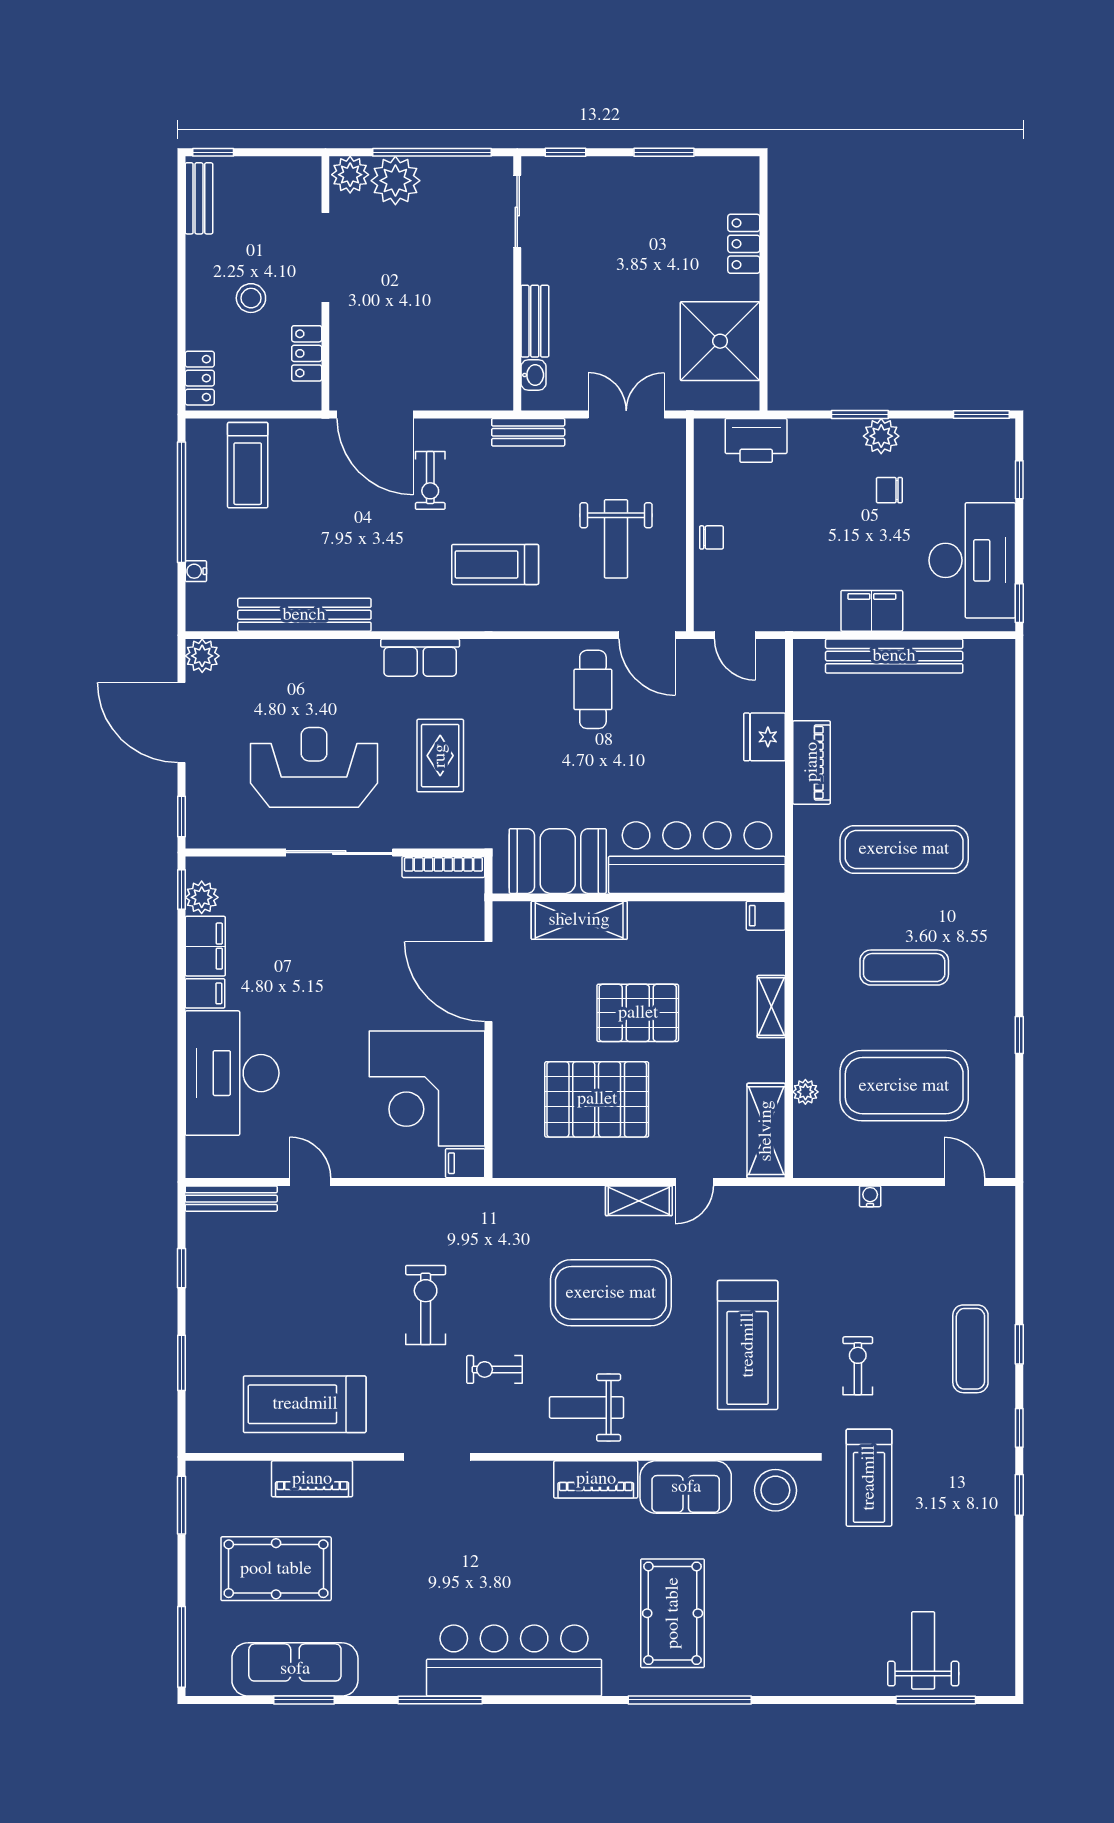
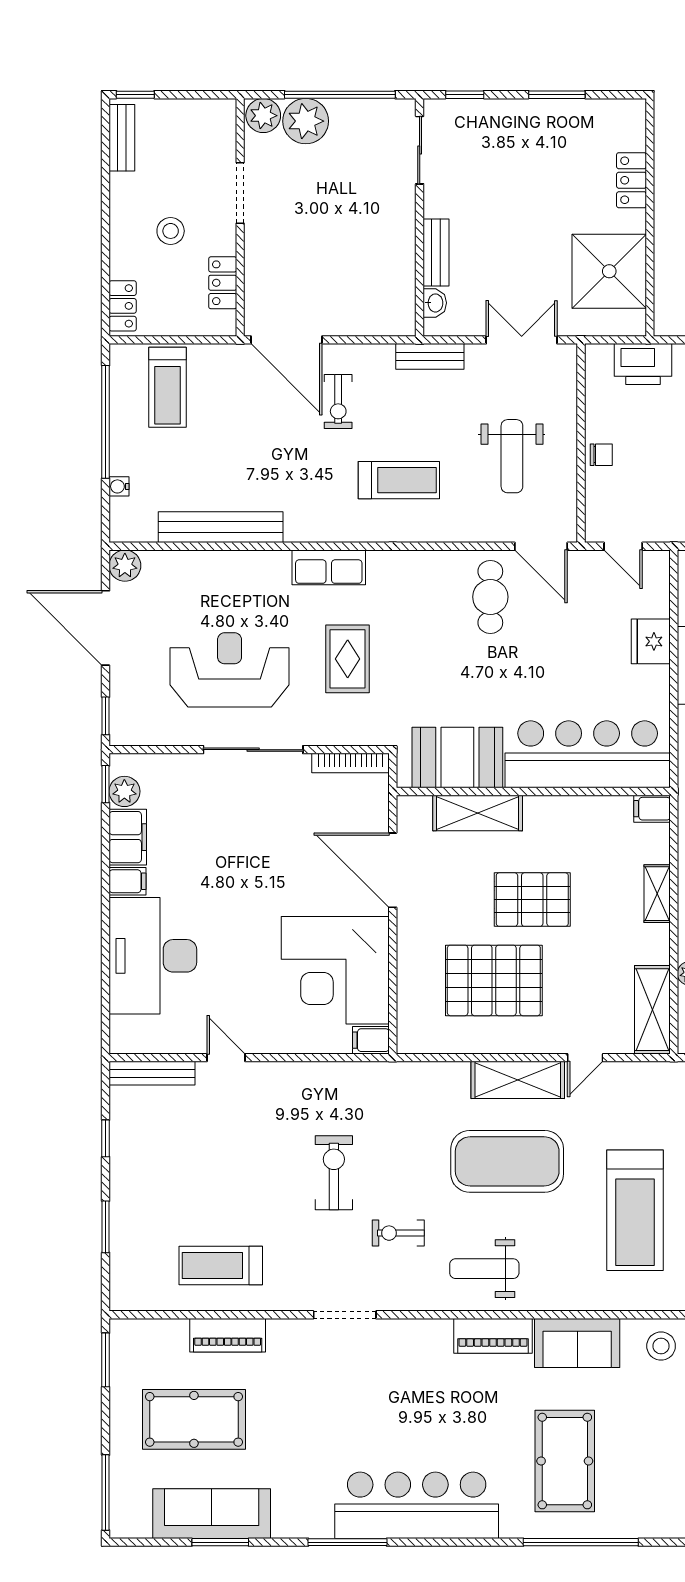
doorway: (325, 257) -> (240, 193), width x0.73
treadmill: (495, 564) -> (399, 480), turned 180
shelving: (639, 1201) -> (518, 1080), width x1.50, depth x1.33
treadmill: (305, 1404) -> (221, 1266), width x0.73, depth x0.73
stool: (775, 1490) -> (661, 1346), width x0.73, depth x0.73

